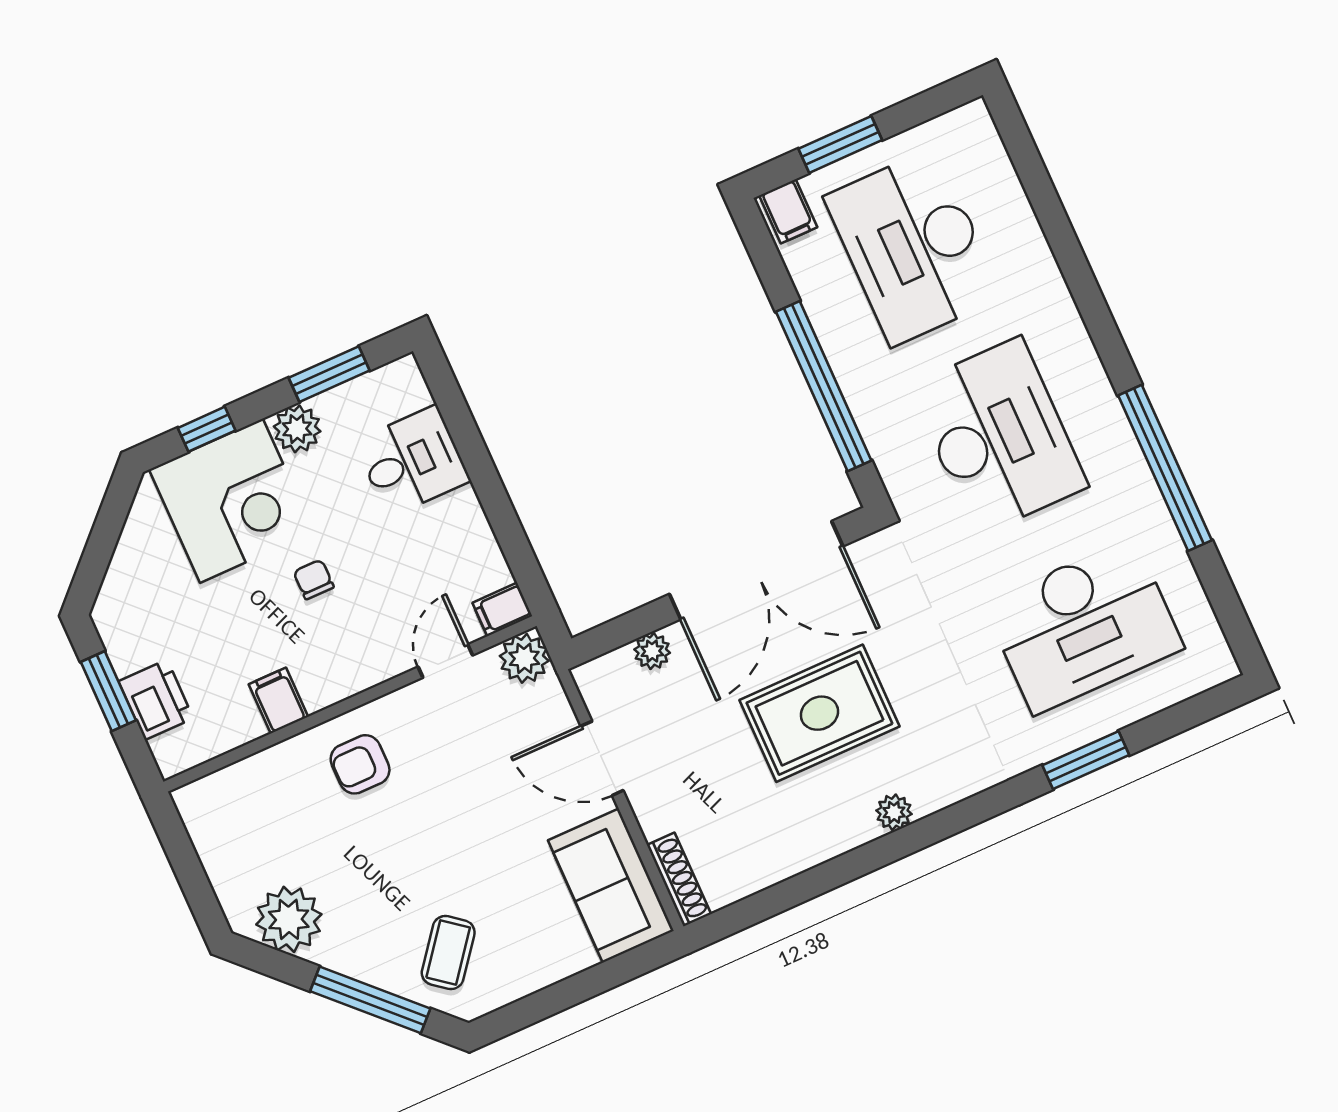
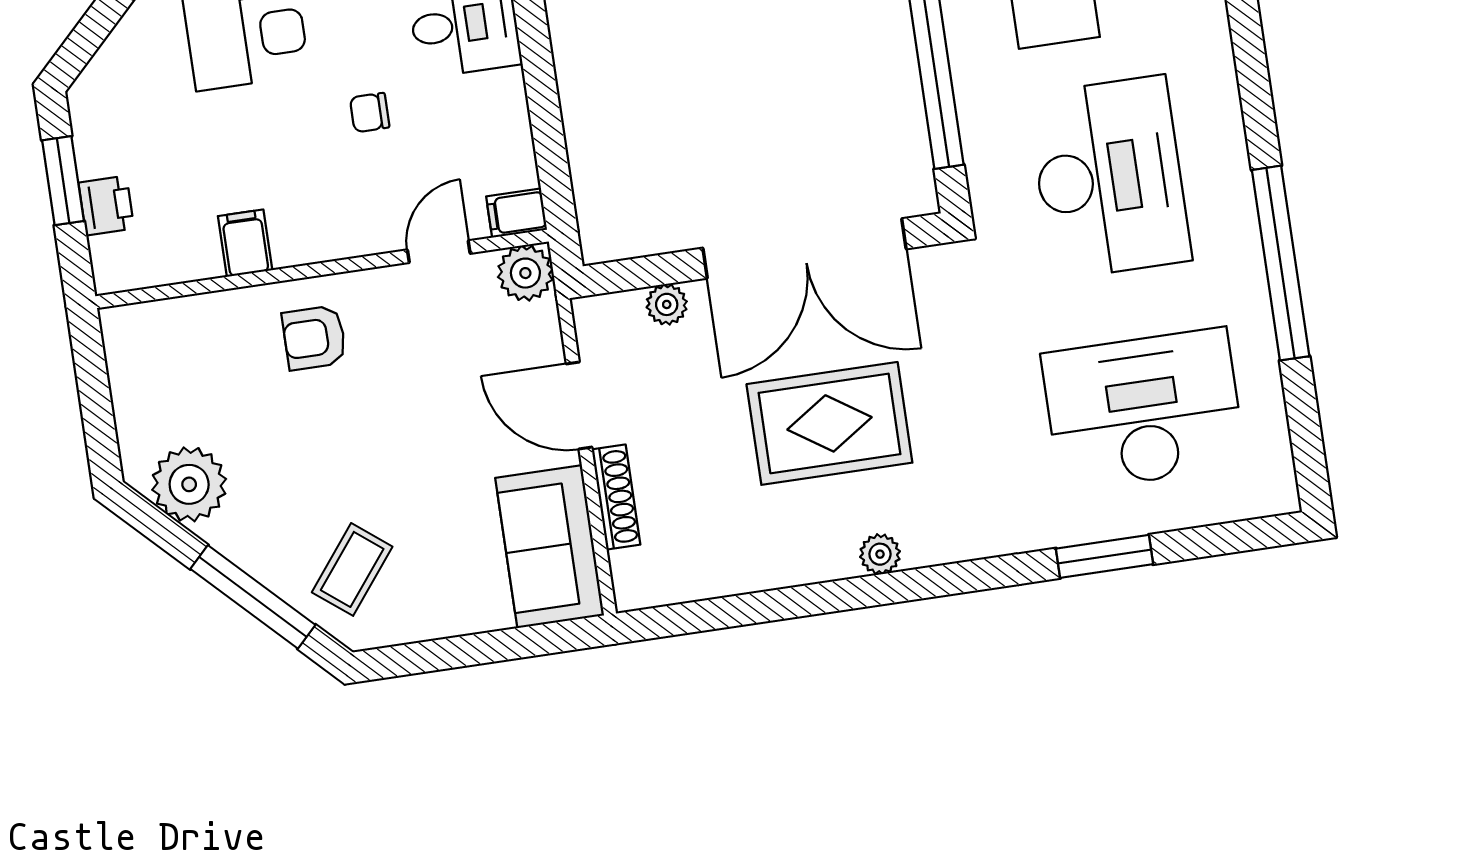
chair: (314, 579) -> (370, 113), moved, turned -90
desk: (1084, 626) -> (1144, 410), turned 180
printer: (156, 700) -> (106, 206), width x0.73, depth x0.81
shoe rack: (679, 879) -> (616, 497), moved

